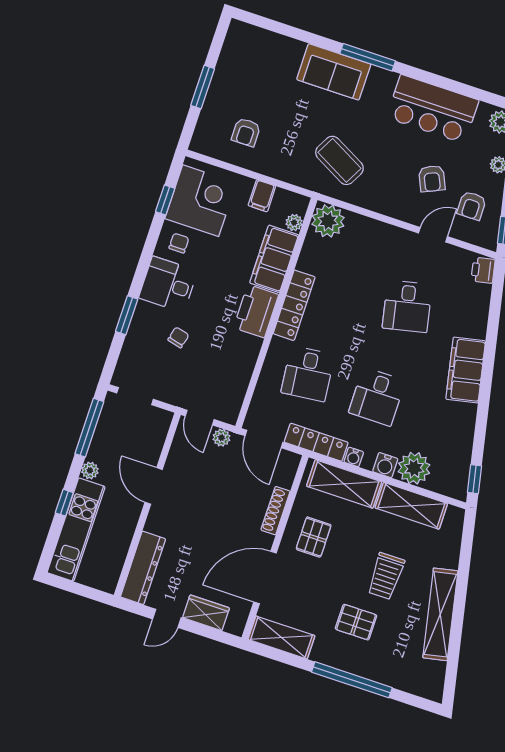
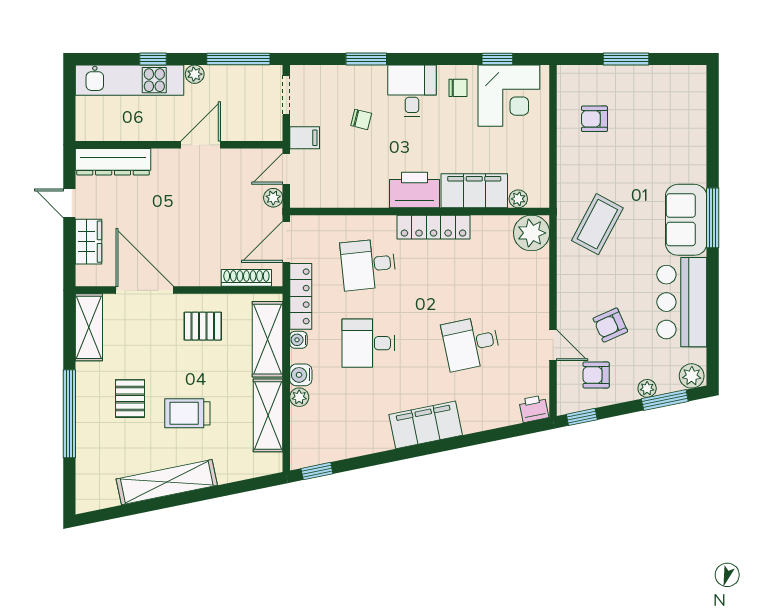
sofa: (334, 72) -> (686, 220), moved
filing cabinet: (262, 196) -> (305, 138), moved, turned 180
plant: (414, 468) -> (299, 397), width x0.53, depth x0.53
shoe rack: (276, 511) -> (246, 278), moved

